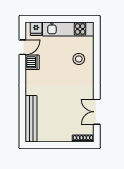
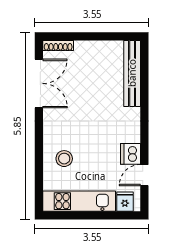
double door: (97, 112) -> (39, 83), width x1.37

